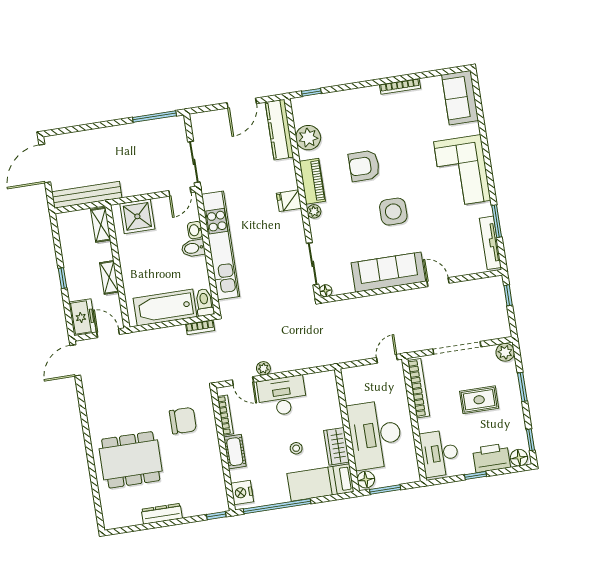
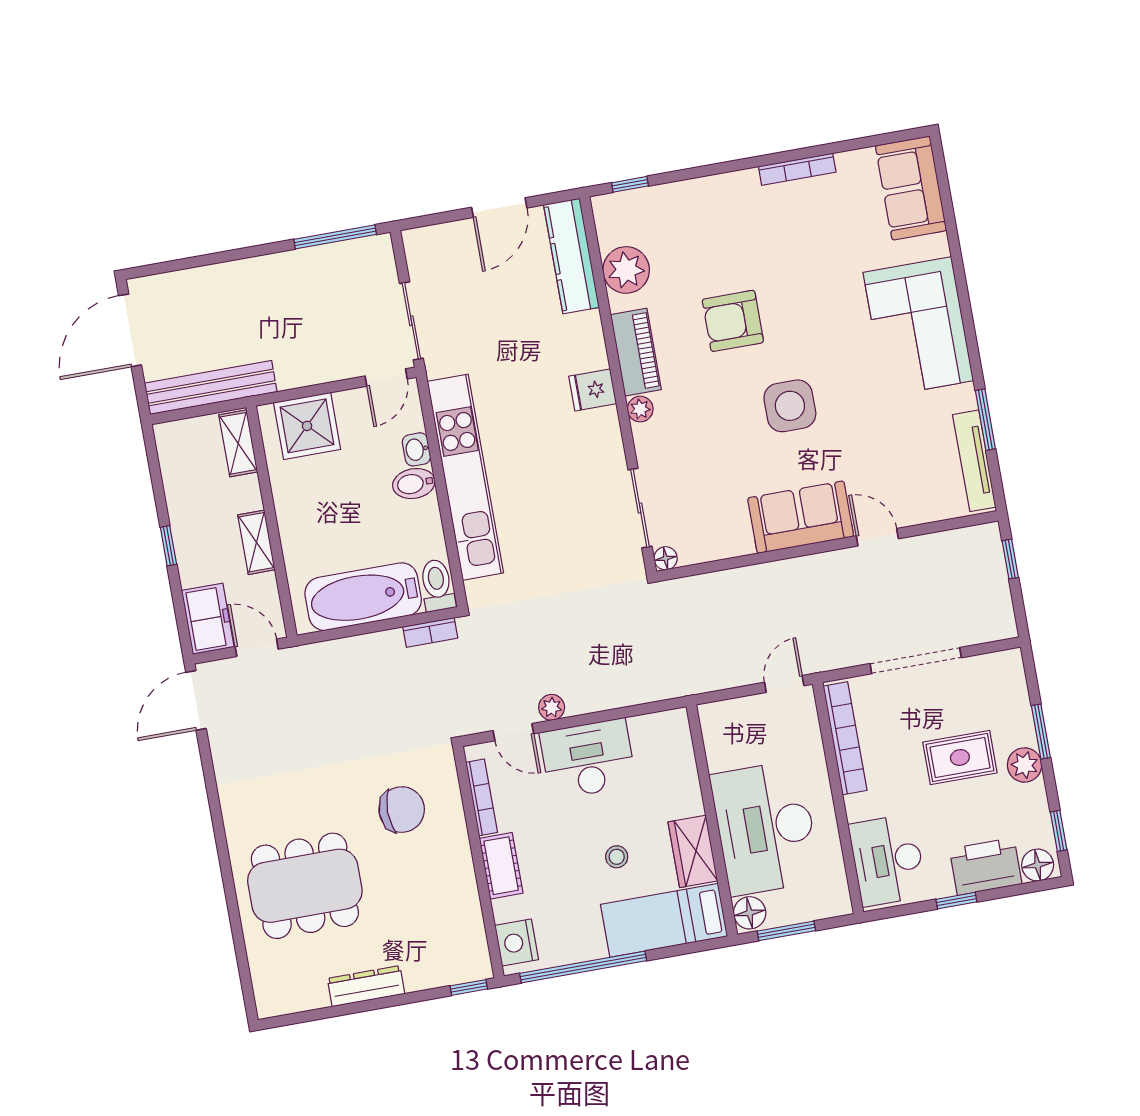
sofa: (388, 272) -> (801, 517), width x0.73
plant: (505, 352) -> (1025, 765), moved

